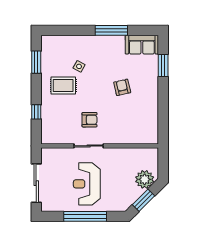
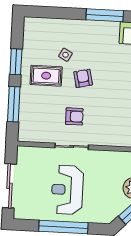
window: (36, 62) -> (16, 62), moved
armchair: (122, 87) -> (83, 78), moved
window: (36, 112) -> (14, 104), width x2.17

